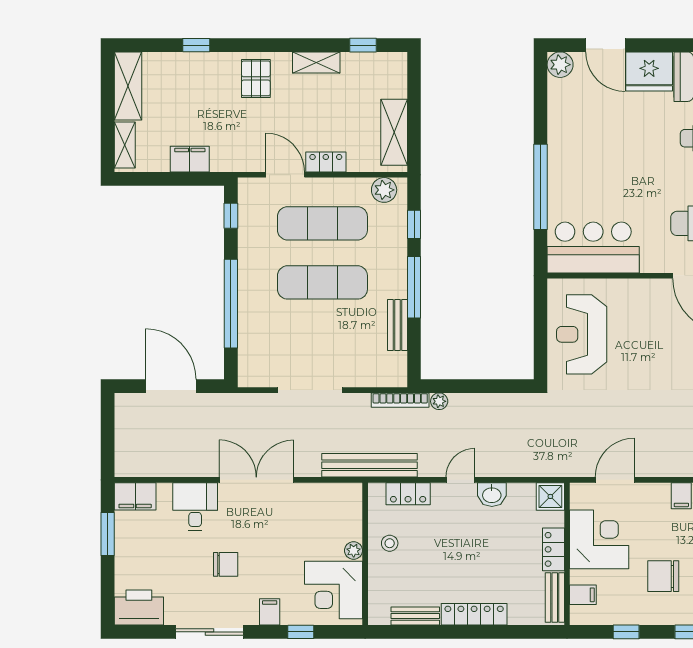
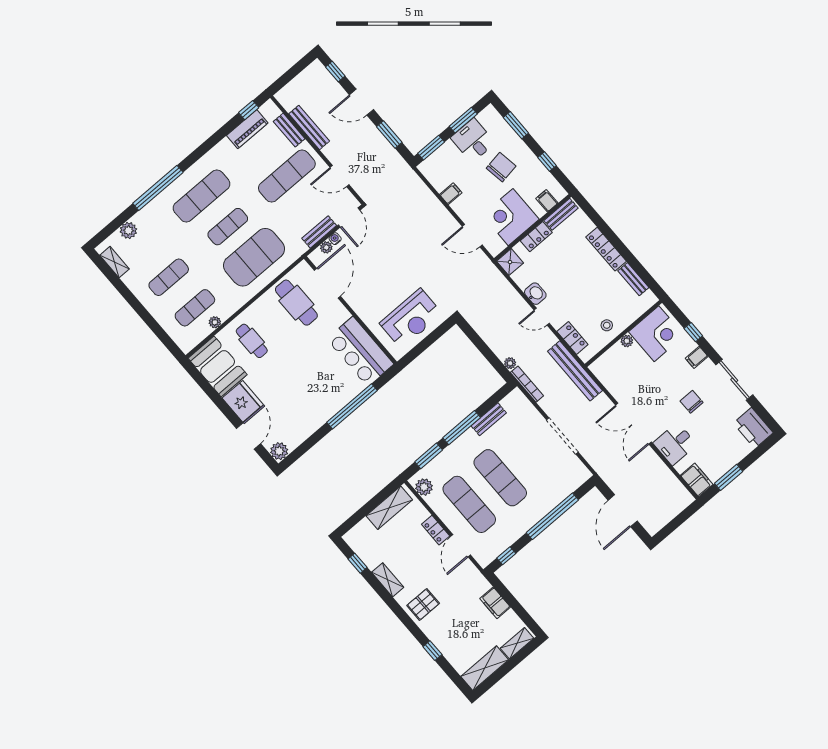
window: (414, 224) -> (429, 456), width x1.50
chair: (663, 576) -> (501, 167), turned -99

